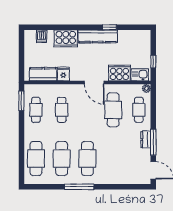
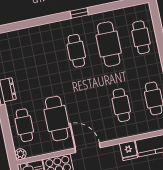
cafe table: (36, 158) -> (141, 37), width x0.73, depth x0.74
cafe table: (87, 158) -> (76, 51), width x0.73, depth x0.74
window: (79, 187) -> (79, 13), width x0.46

